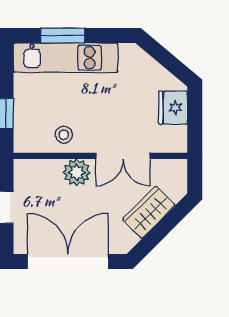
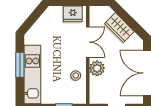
window: (62, 36) -> (20, 65), moved
fridge: (173, 108) -> (73, 14), moved

